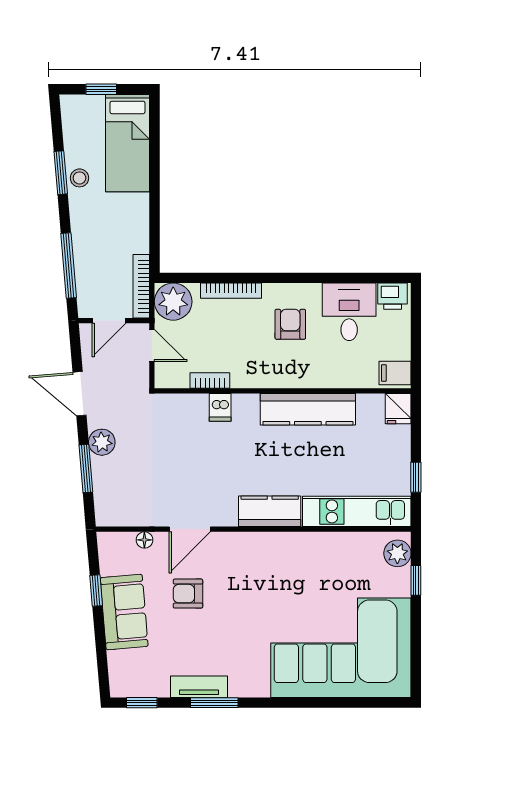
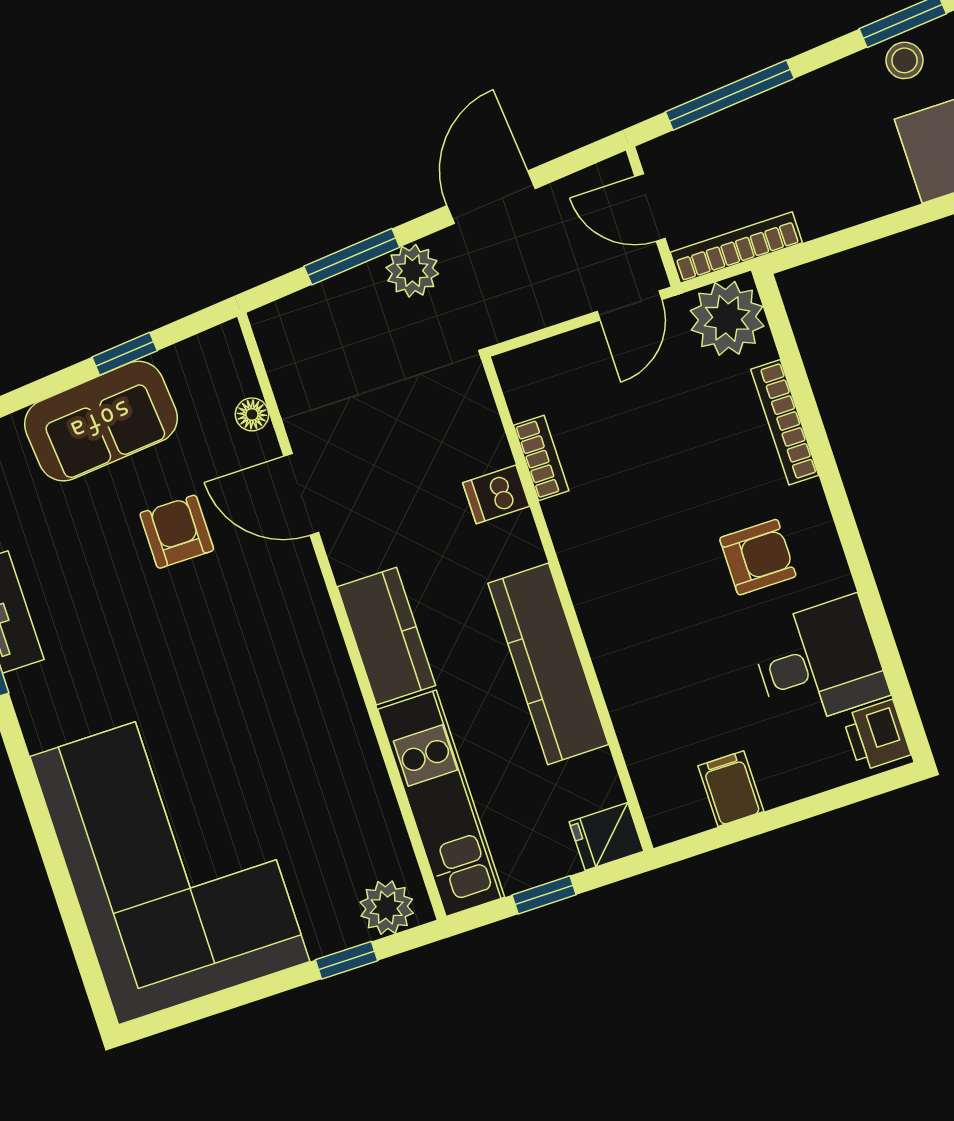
bookcase: (210, 381) -> (541, 458), moved
wall: (283, 391) -> (567, 604), moved
dishwasher: (220, 407) -> (496, 494), moved
kitchen counter: (308, 409) -> (548, 664), moved
fridge: (398, 409) -> (606, 836), moved

